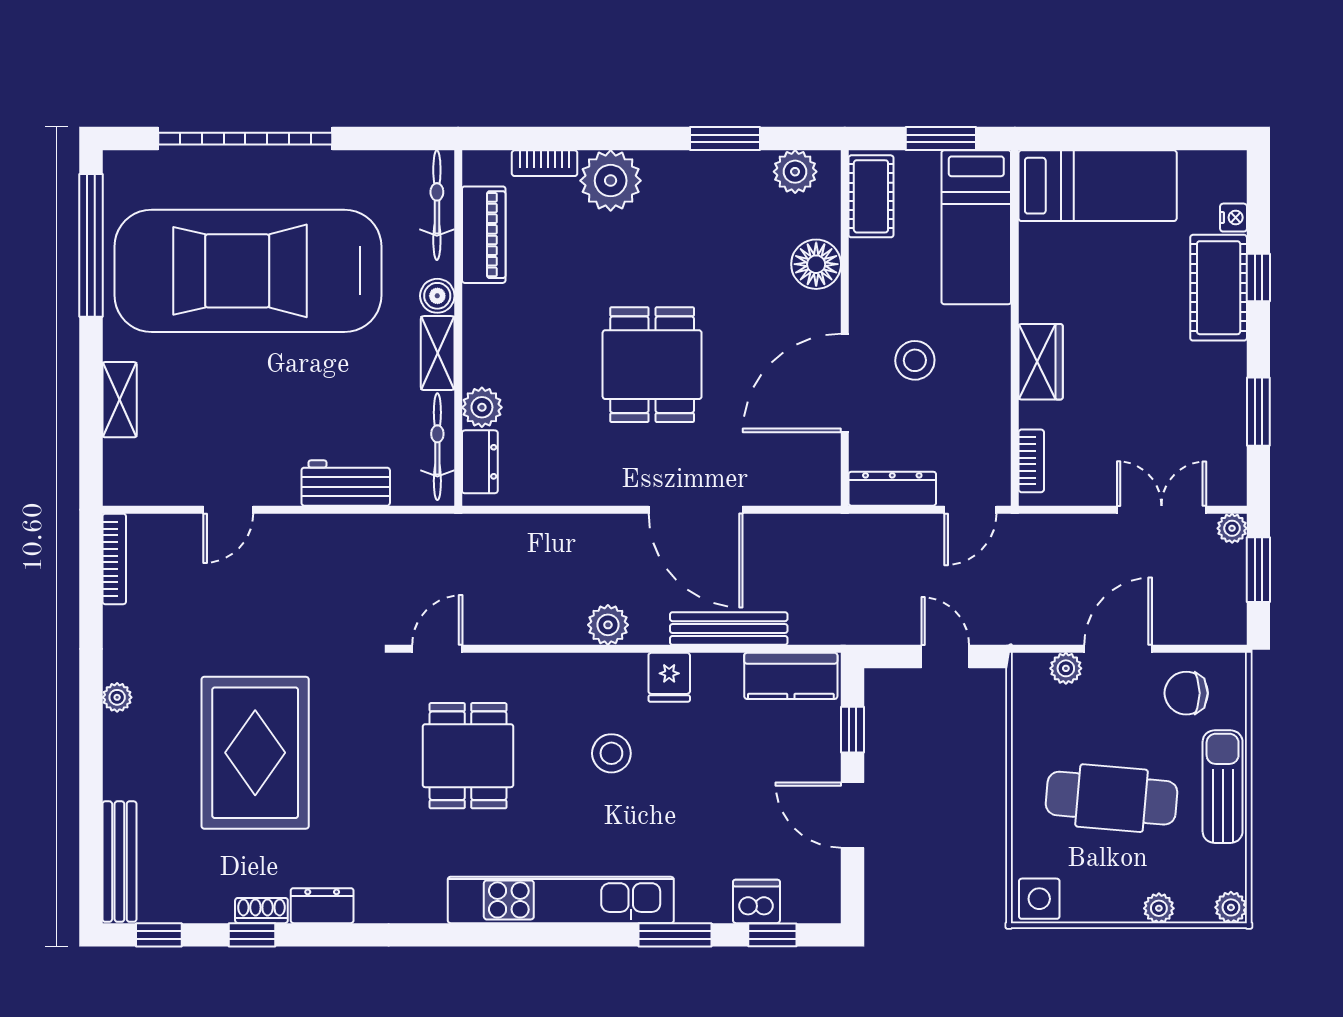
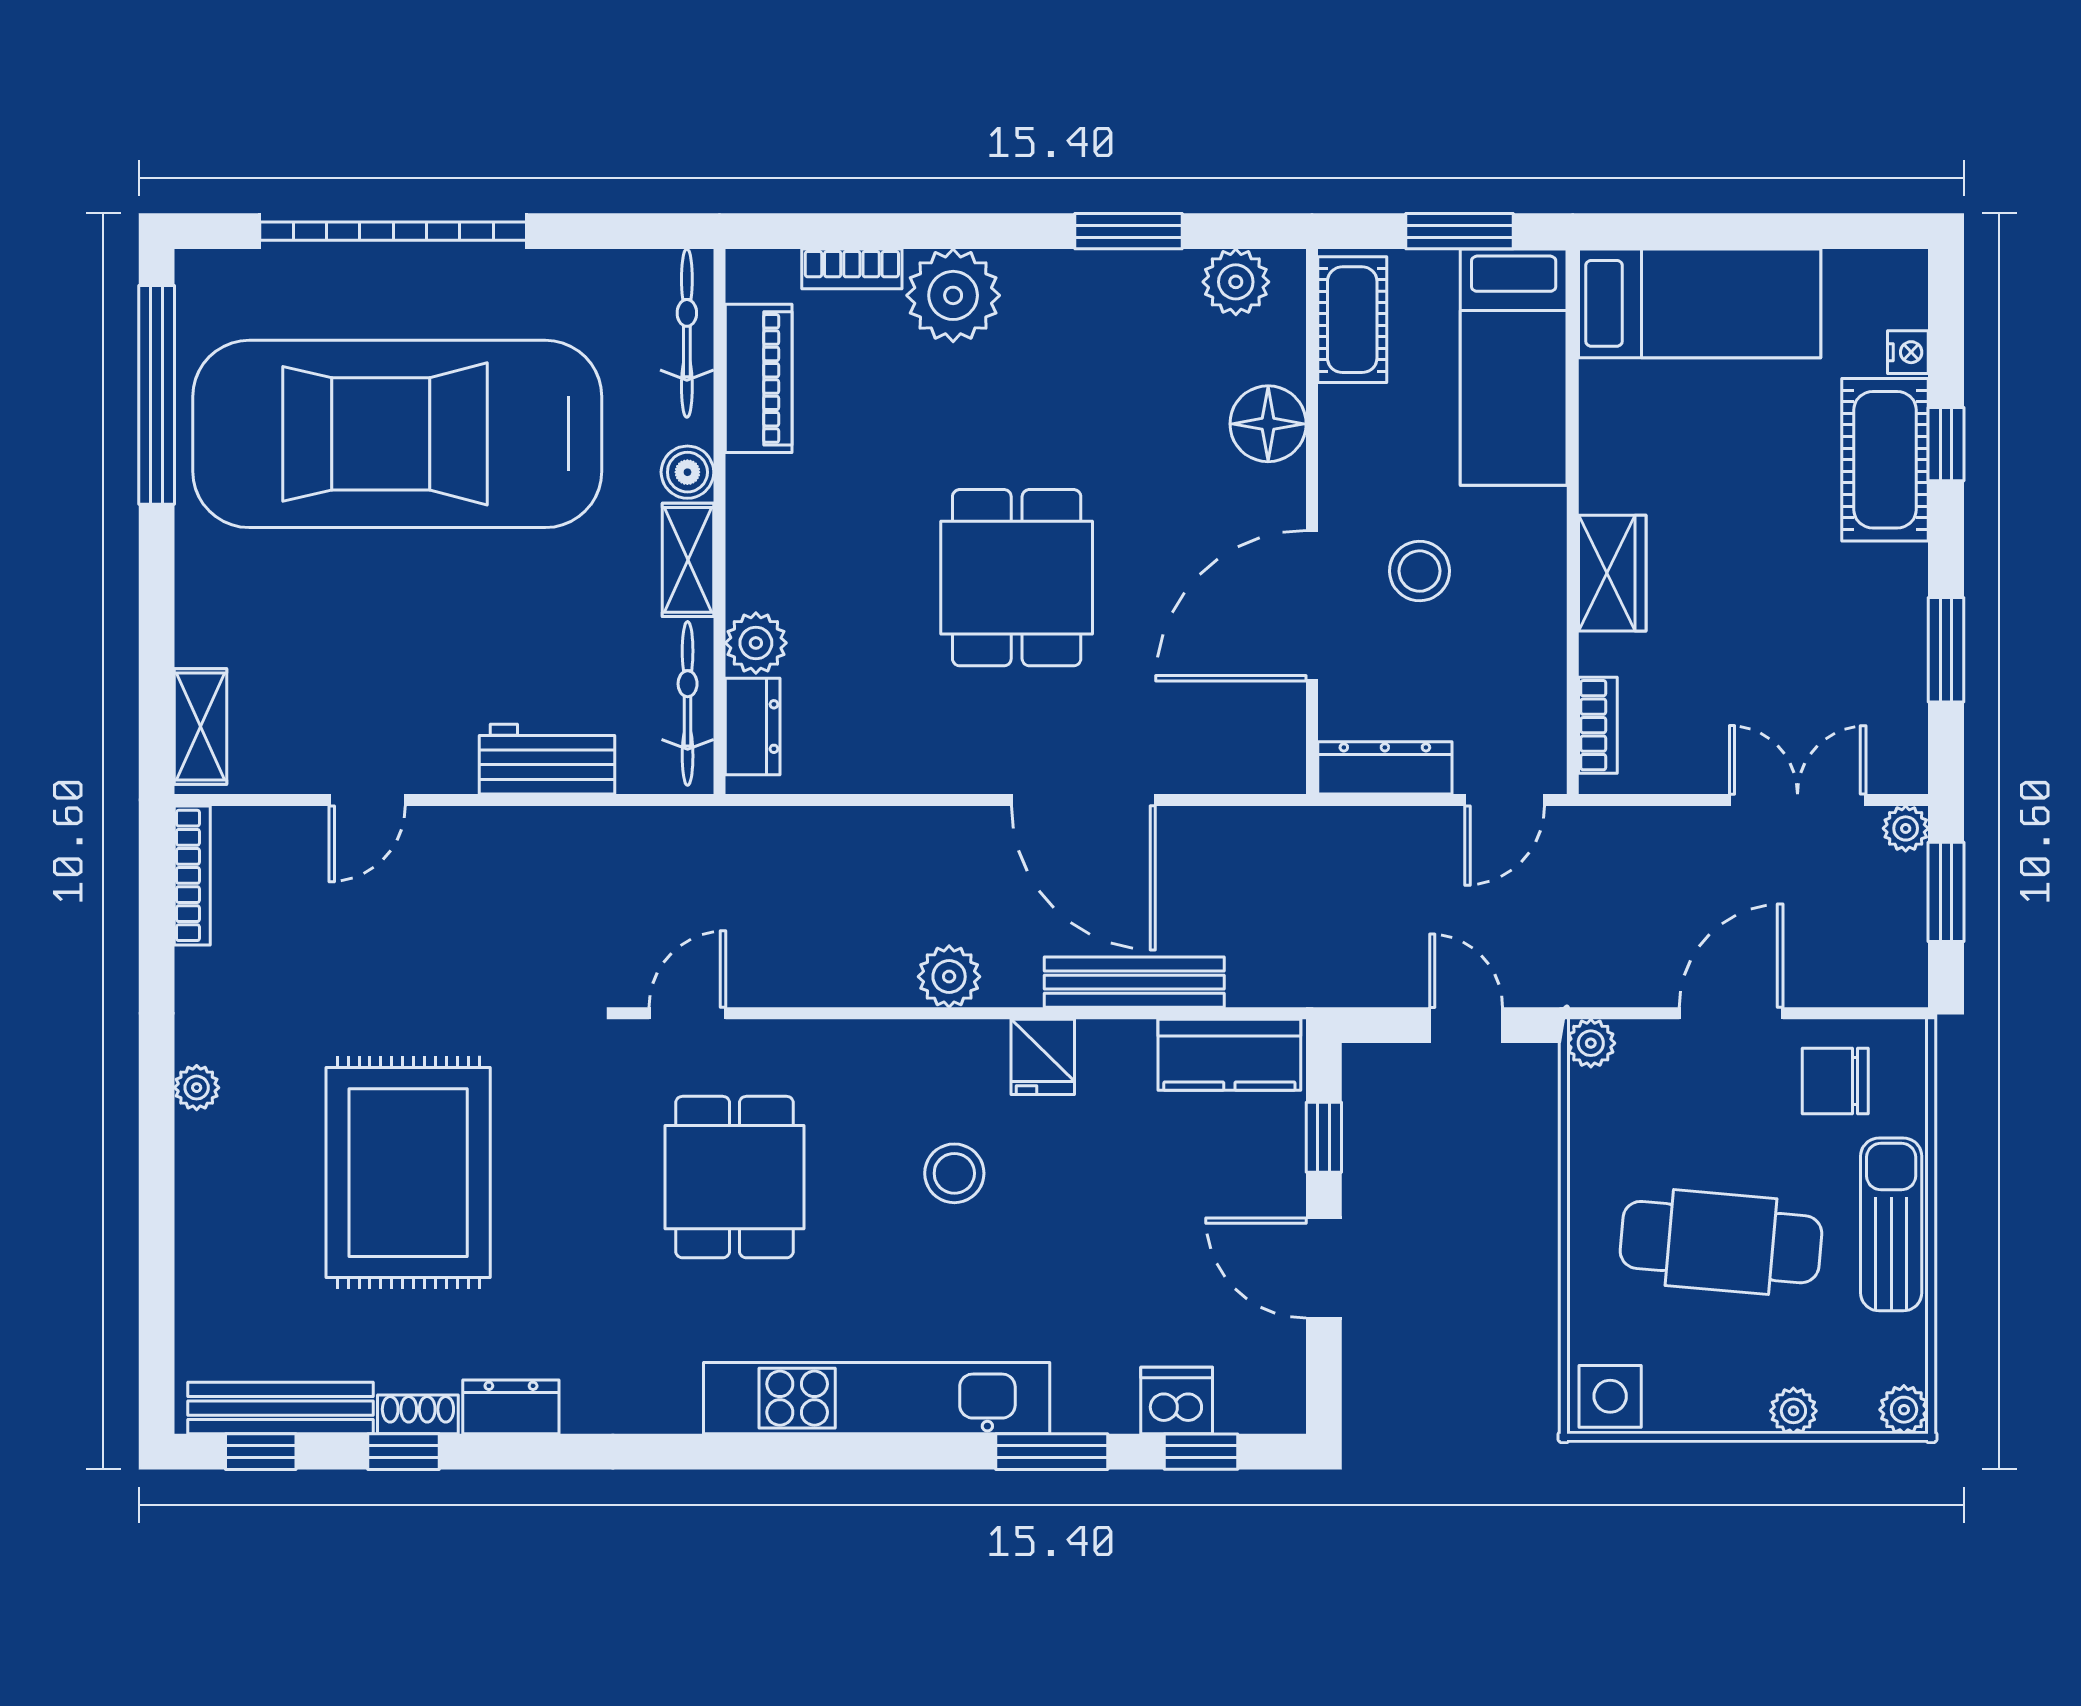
shelving: (120, 400) -> (200, 727), moved
plant: (1066, 668) -> (1591, 1043), moved
bench: (119, 862) -> (280, 1408), moved, turned 90

